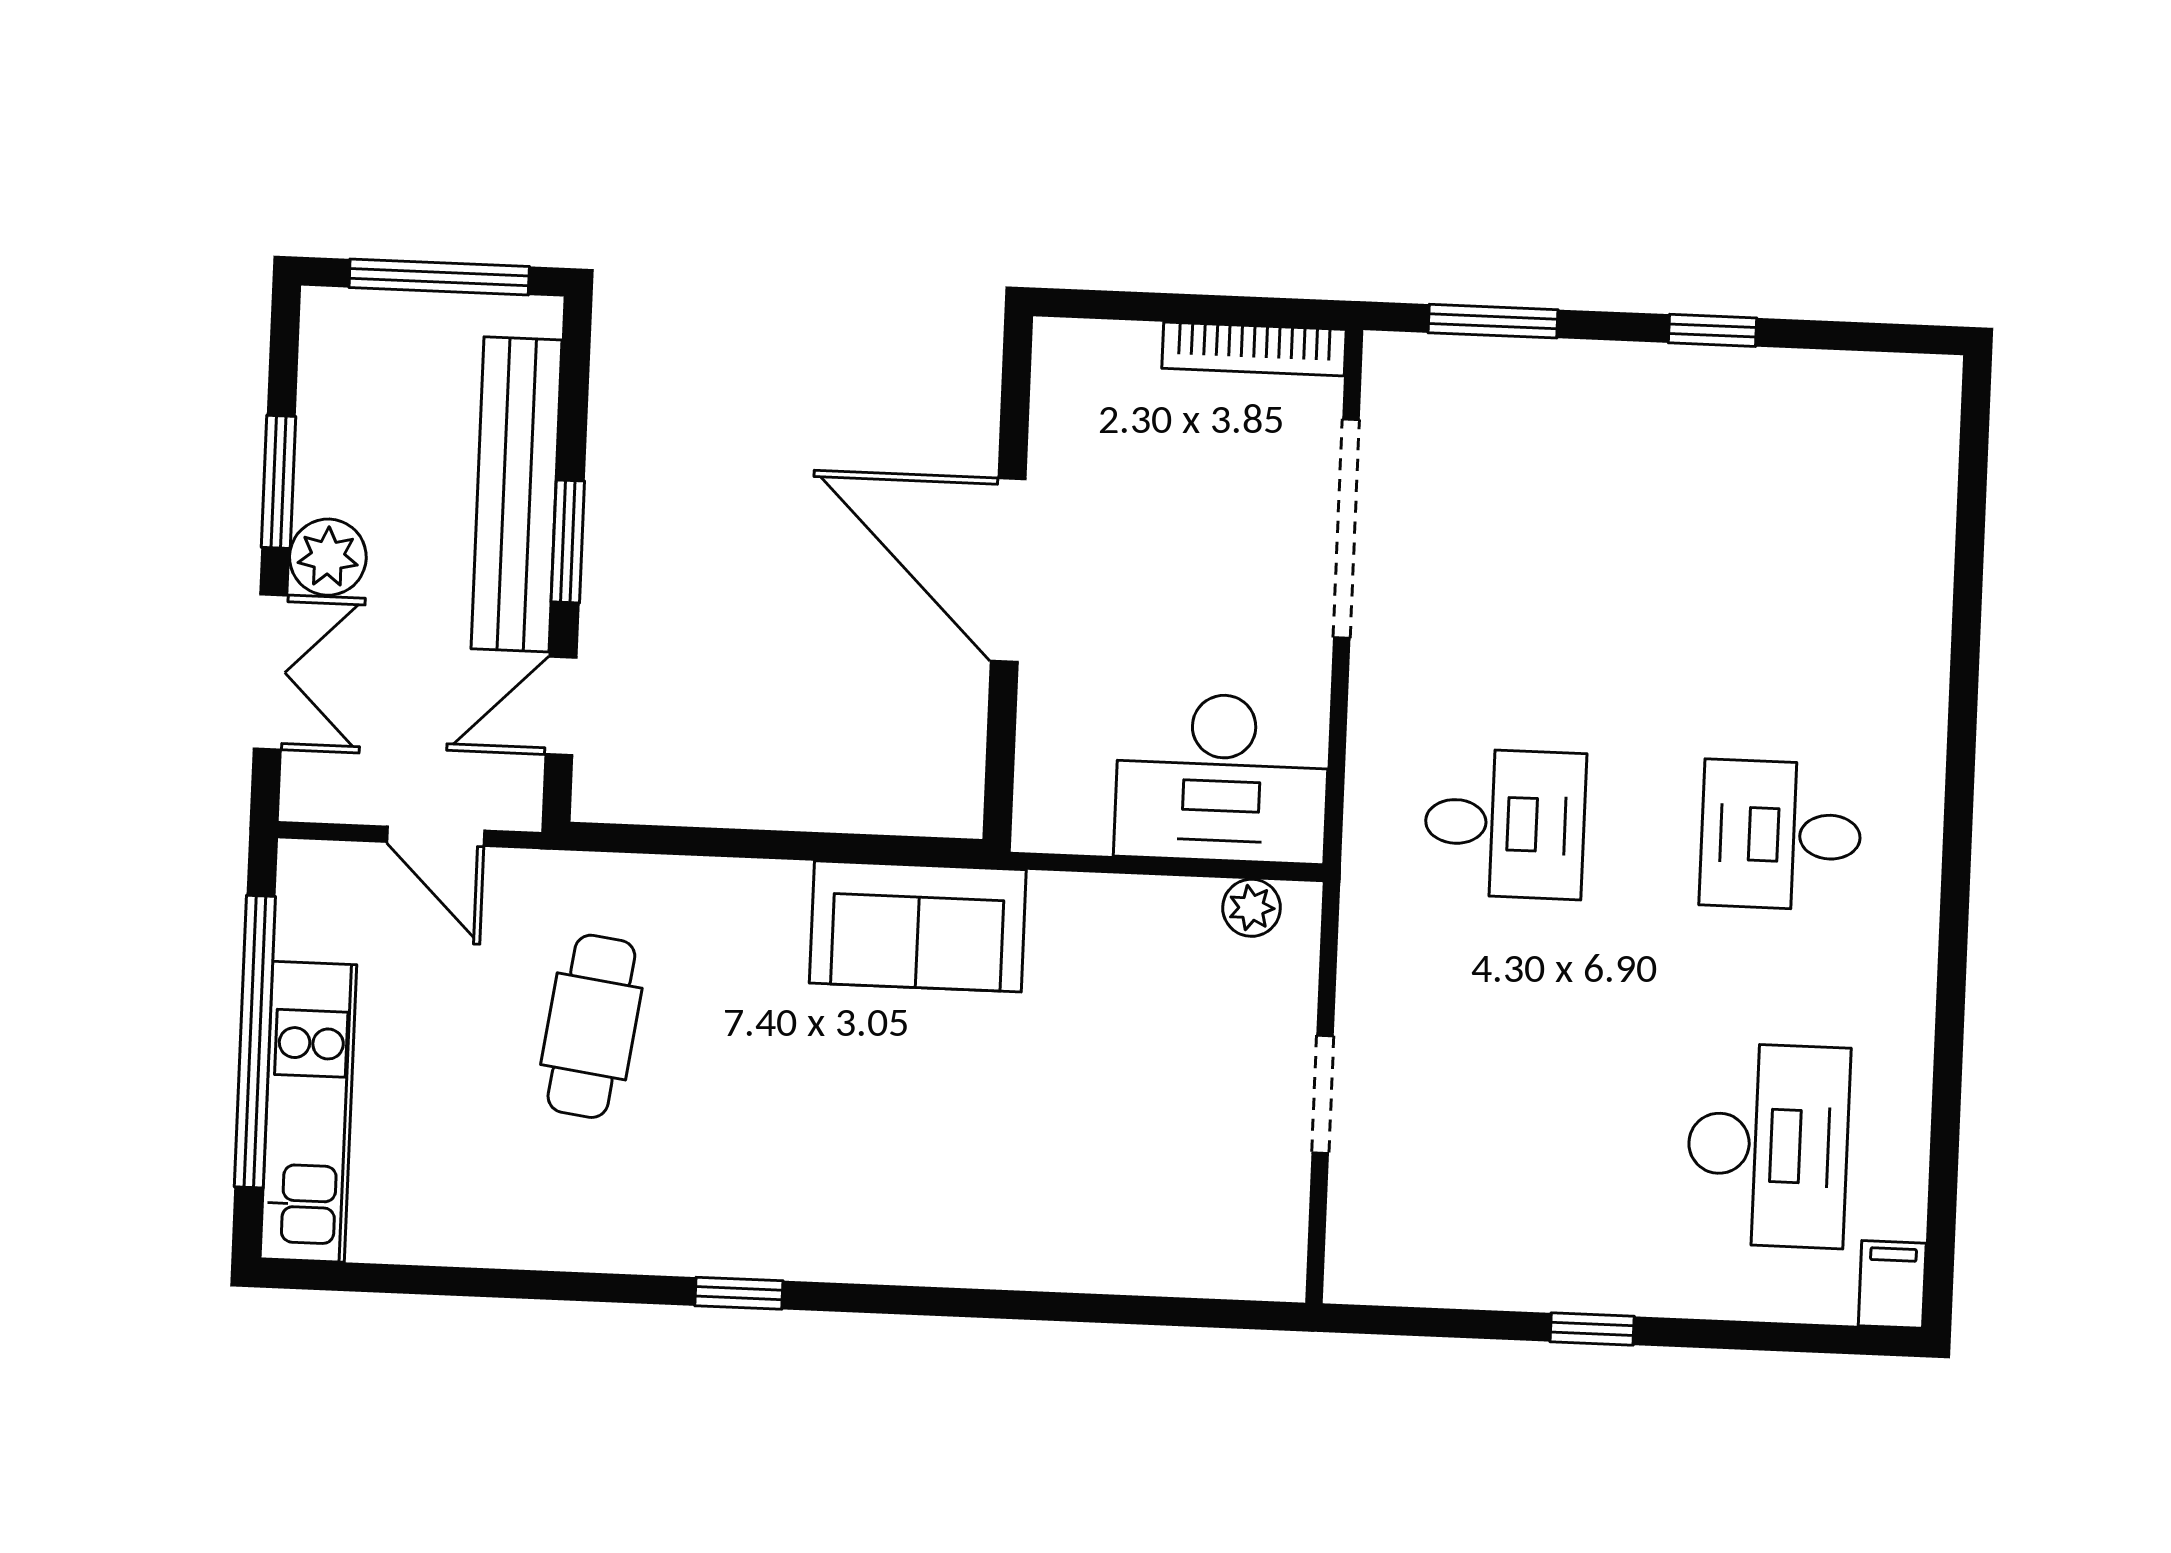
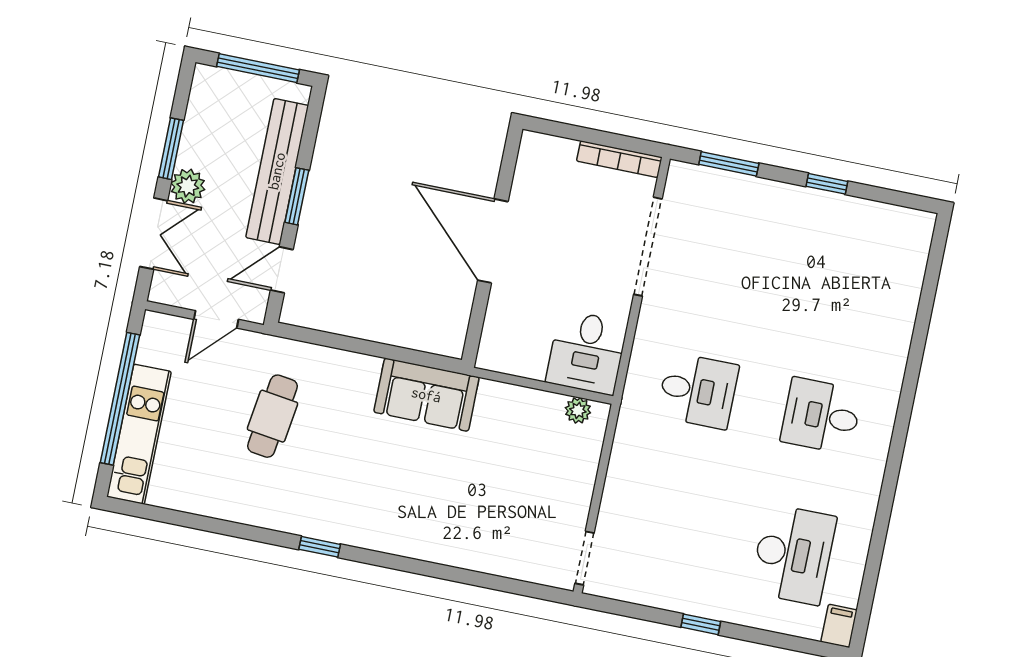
desk: (1222, 778) -> (587, 352), width x0.73
door: (436, 836) -> (216, 319), hinge flipped
doorway: (1323, 1094) -> (585, 558), moved

